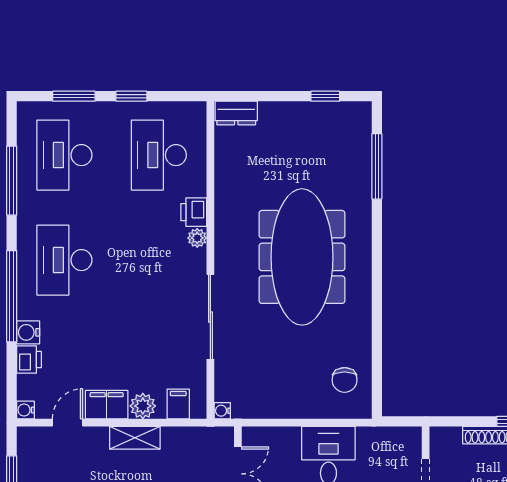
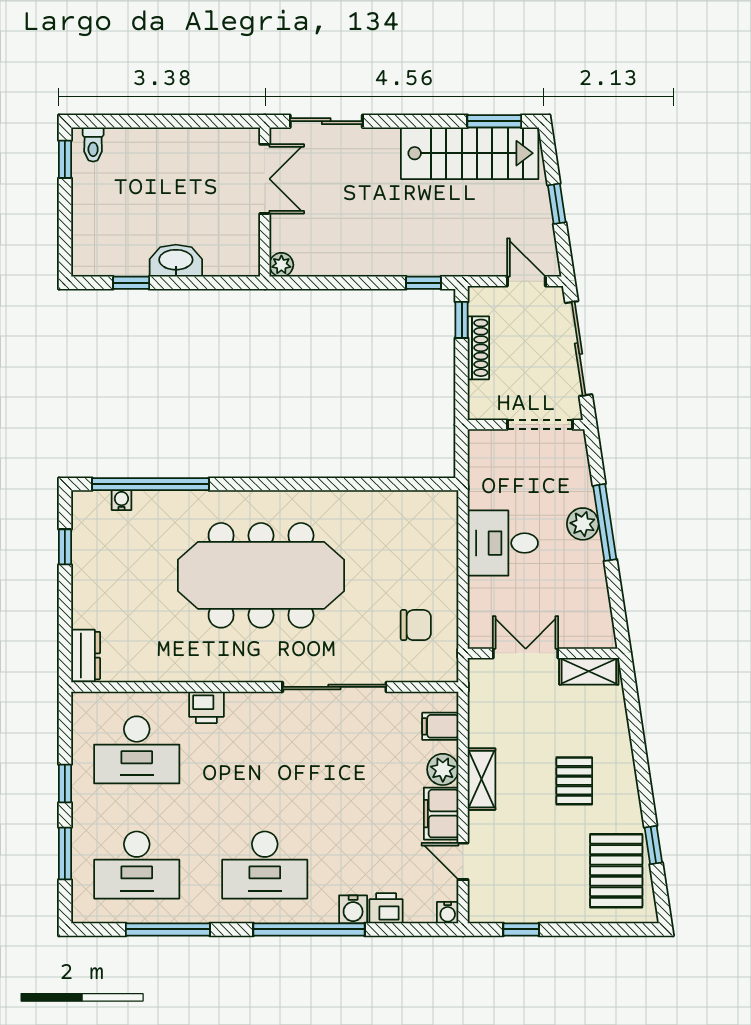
window: (377, 166) -> (150, 484), width x1.46
plant: (197, 238) -> (238, 703), removed
chair: (345, 380) -> (416, 625), moved
water cooler: (222, 411) -> (121, 500), moved, turned 180

